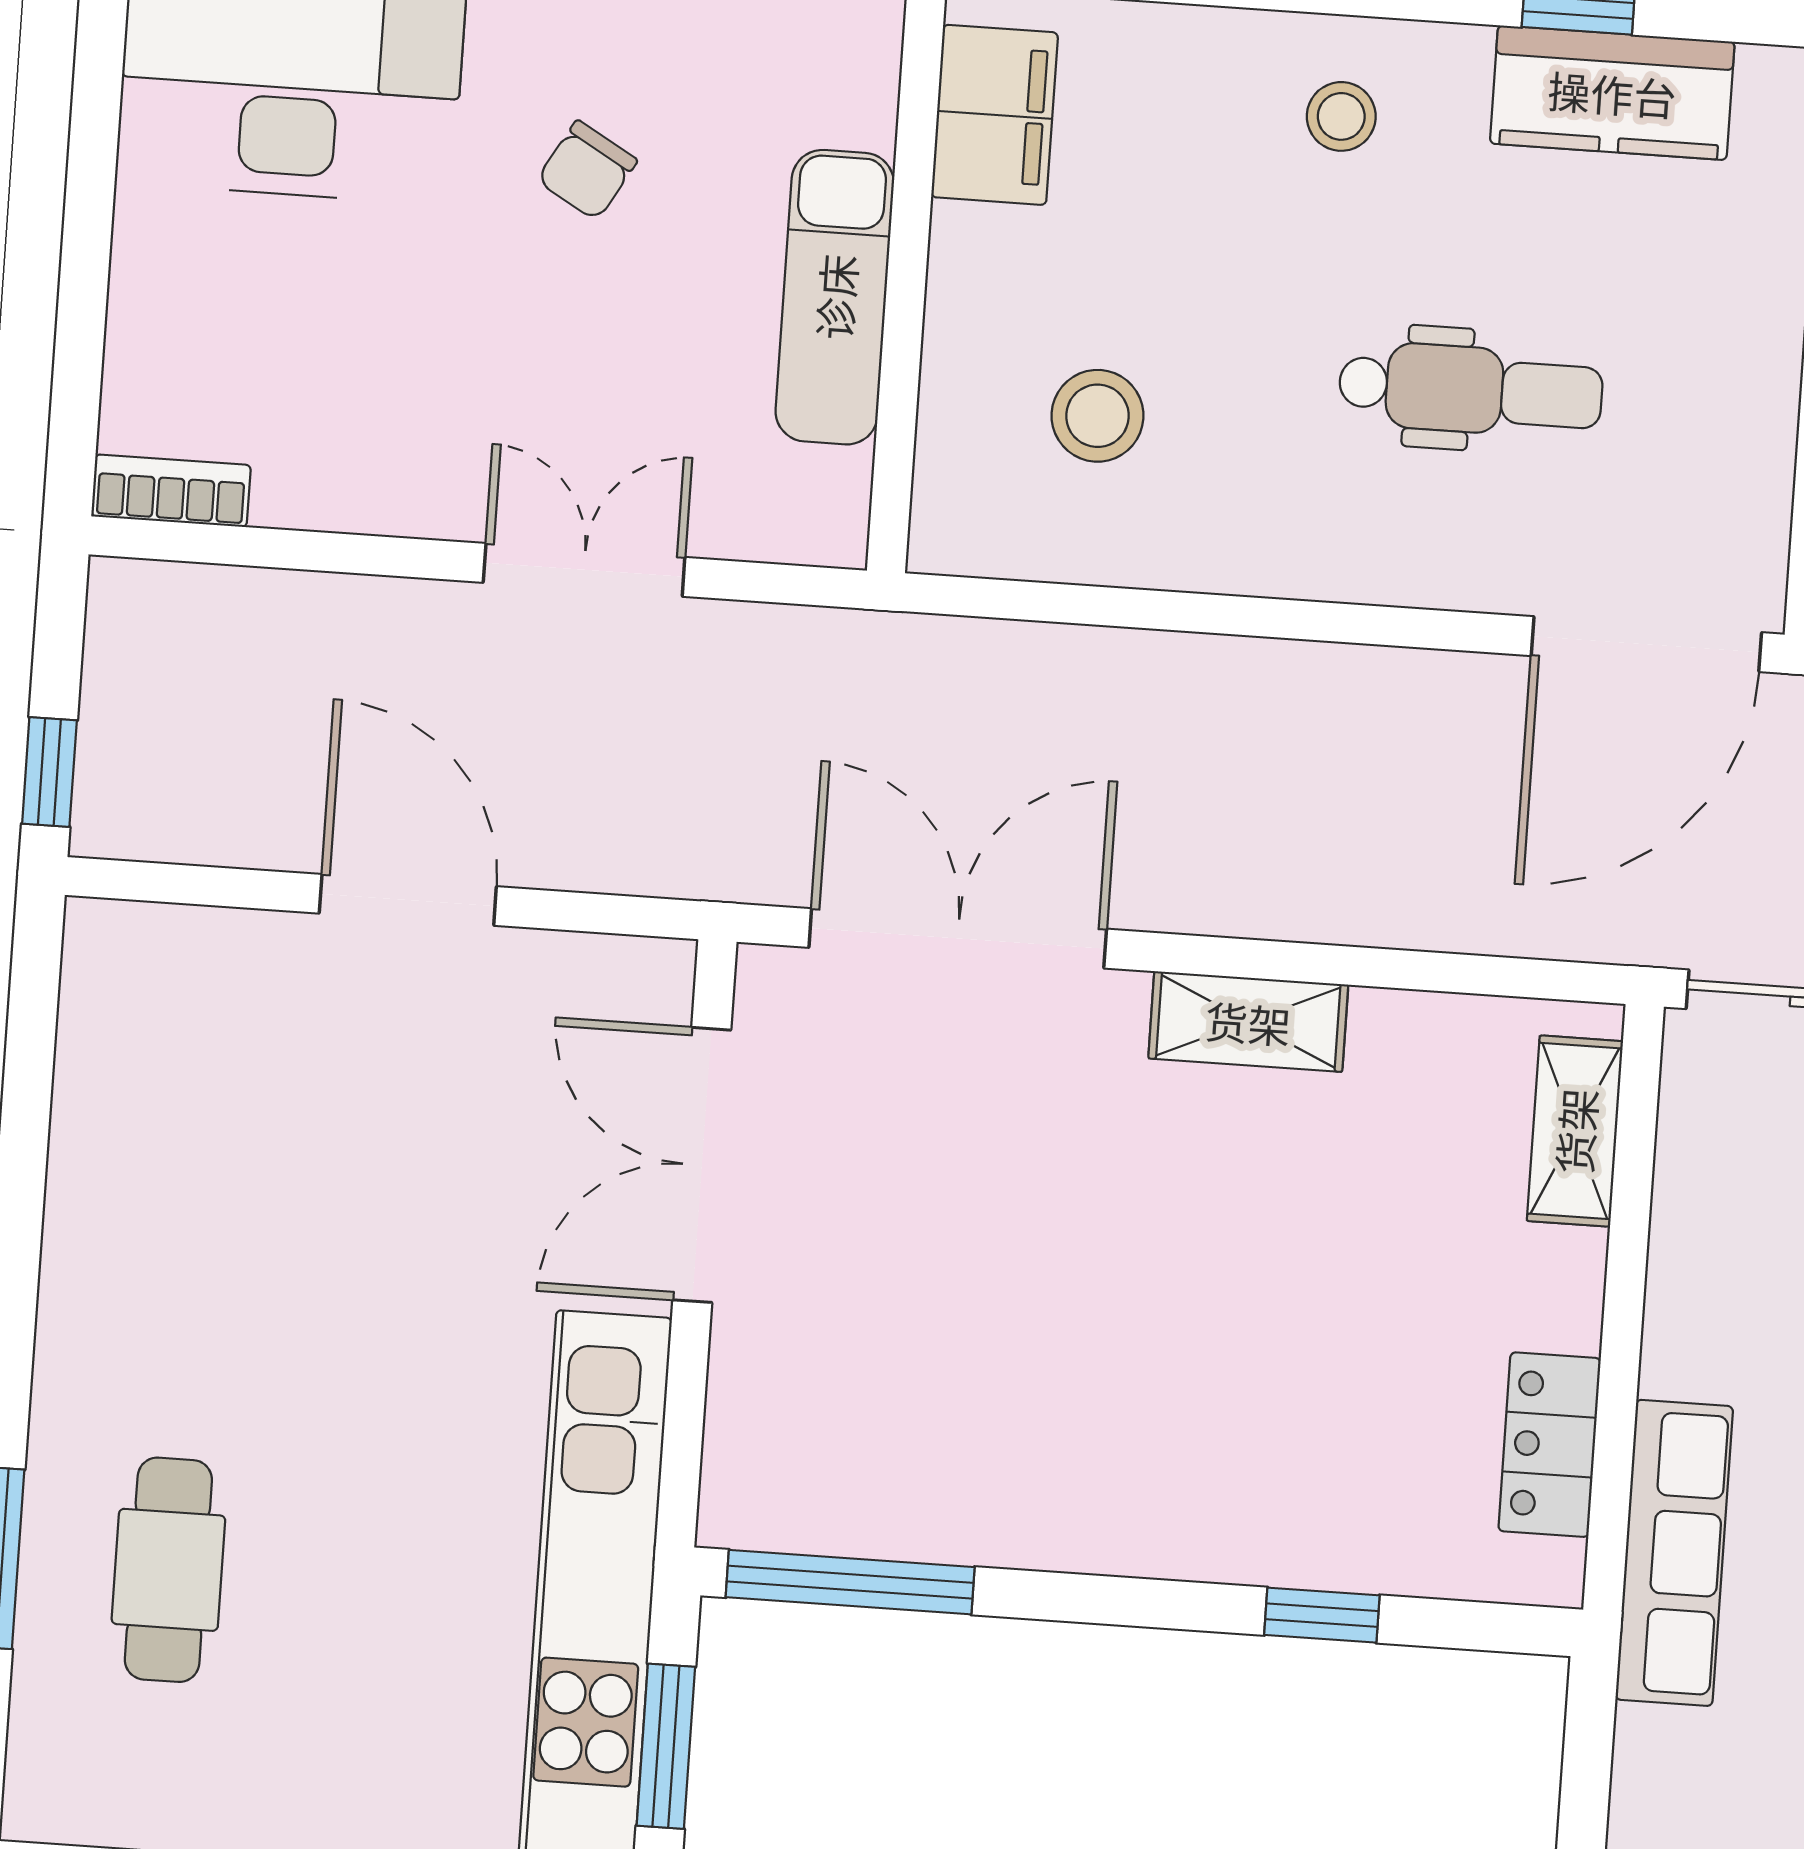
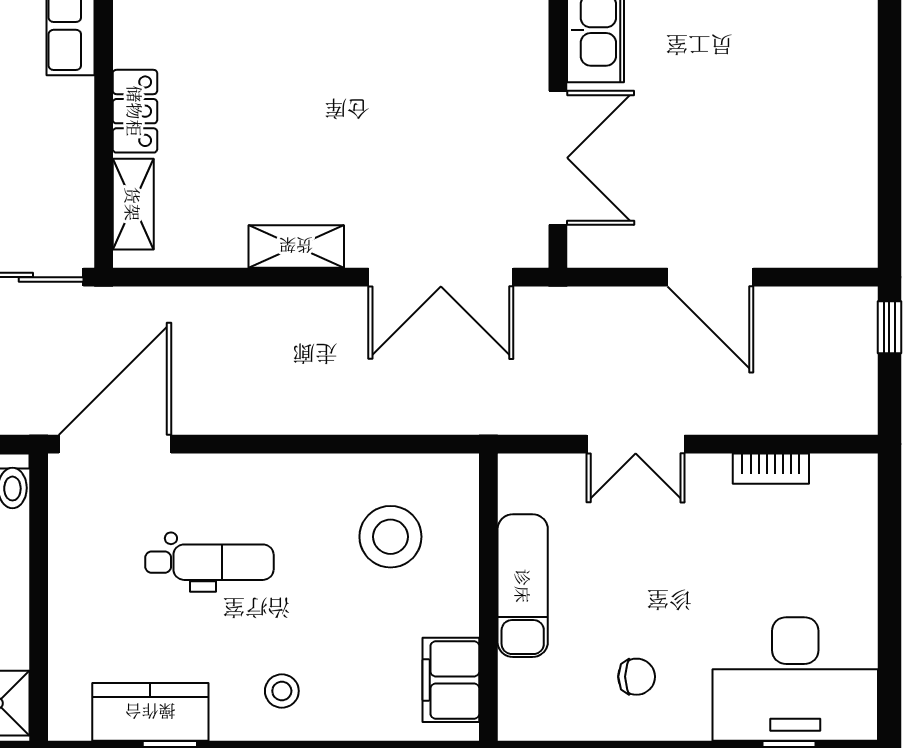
chair: (587, 170) -> (637, 677), moved, turned 60
dental chair: (1471, 390) -> (209, 562), turned 180
stool: (1097, 416) -> (390, 537), width x1.38, depth x1.38
bookcase: (171, 491) -> (771, 469), moved
locker: (1550, 1445) -> (135, 111), moved

